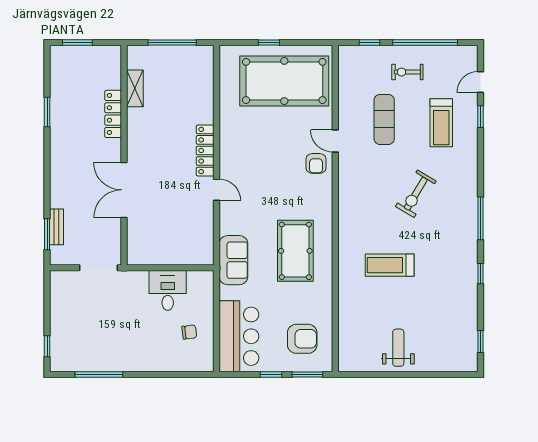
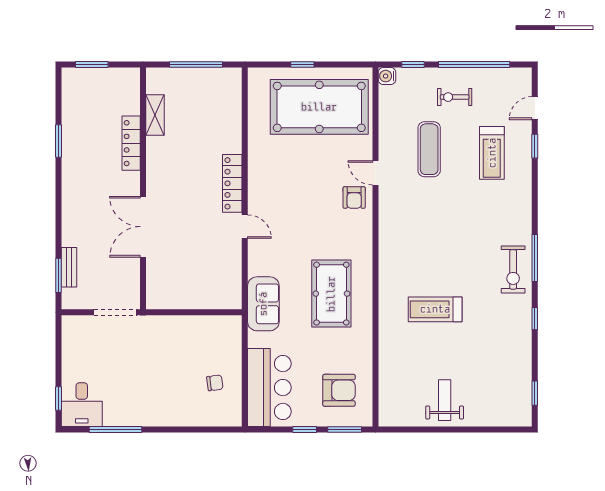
water cooler: (346, 53) -> (387, 76), added
exercise bike: (416, 194) -> (513, 269), moved, turned -31
desk: (168, 290) -> (82, 405), moved, turned 180

